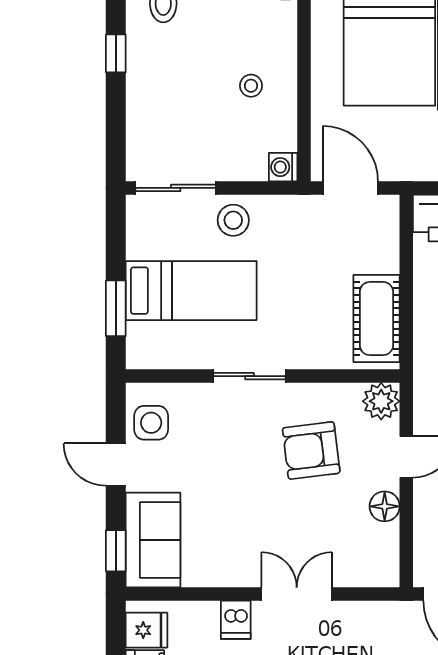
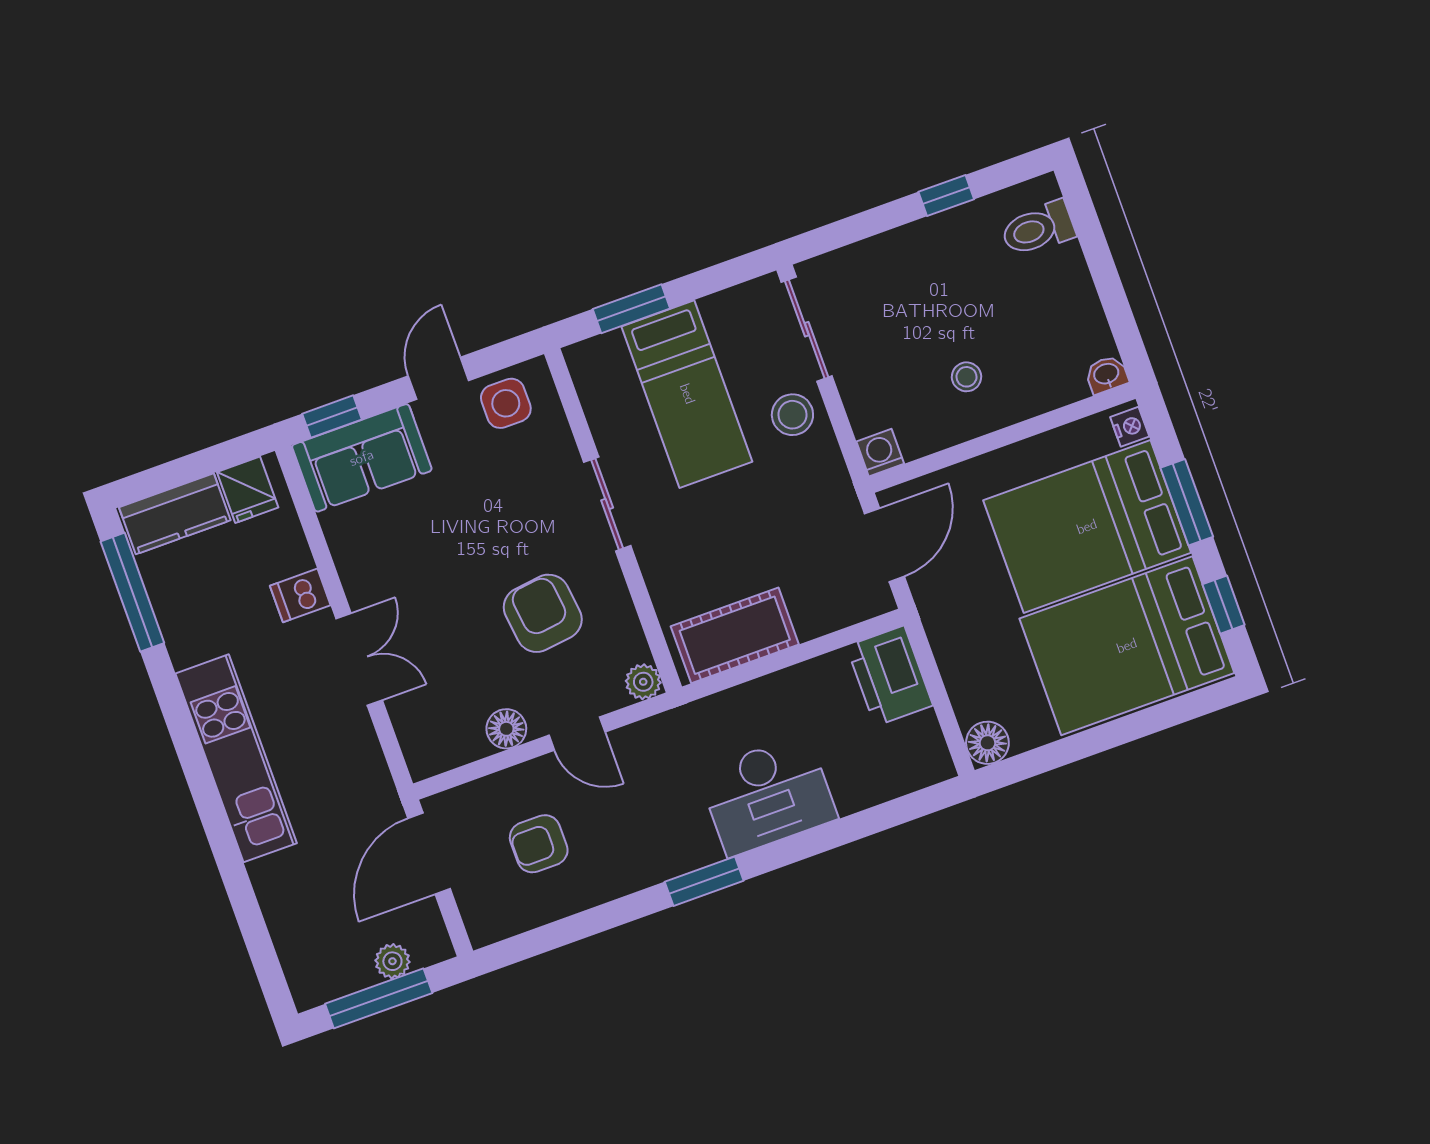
plant: (381, 401) -> (643, 682), width x0.73, depth x0.73

